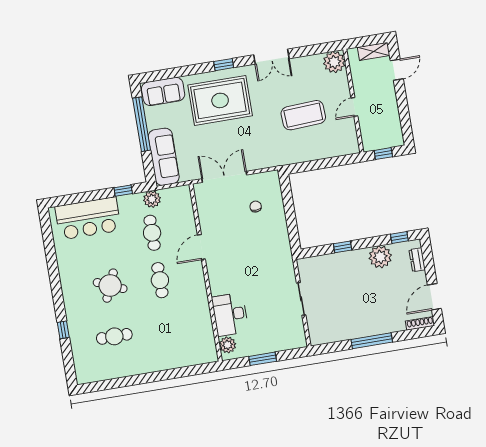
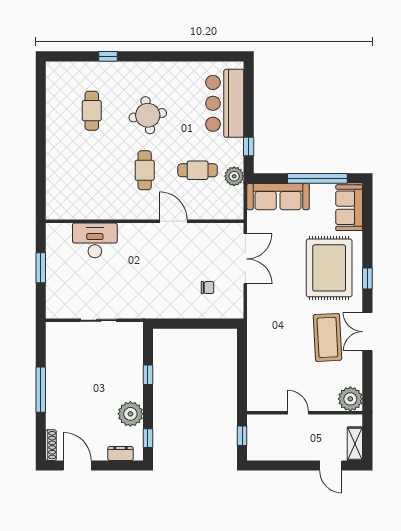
coffee table: (303, 115) -> (327, 337), moved
cafe table: (160, 280) -> (145, 170), turned 90
round table: (110, 286) -> (148, 115), turned -32
plant: (228, 345) -> (62, 232), removed

